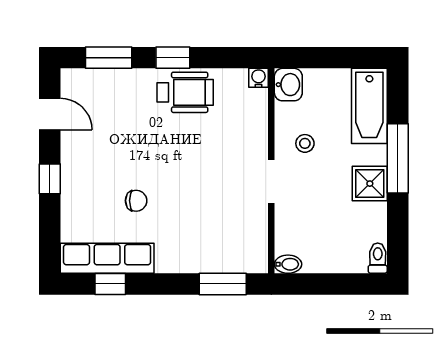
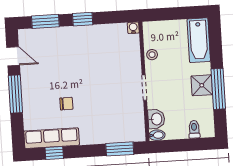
washbasin: (288, 85) -> (156, 119), moved
wheelchair: (185, 92) -> (91, 39), removed
stool: (305, 143) -> (152, 55), moved
window: (398, 158) -> (218, 89), moved
window: (50, 179) -> (15, 94), width x2.17
toilet: (378, 258) -> (194, 129), moved

